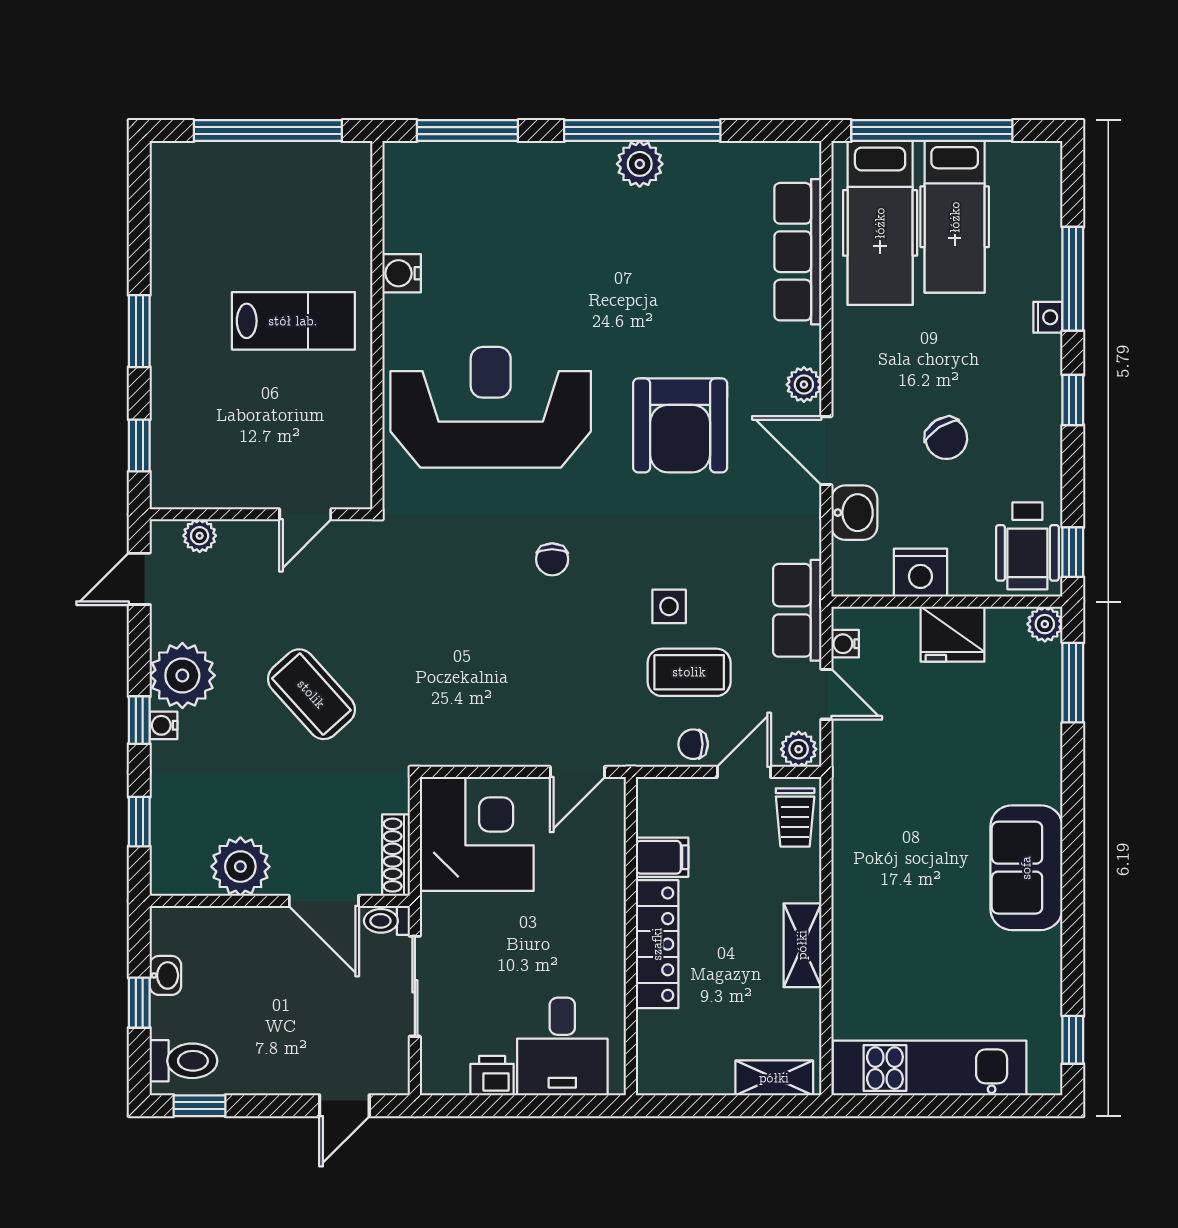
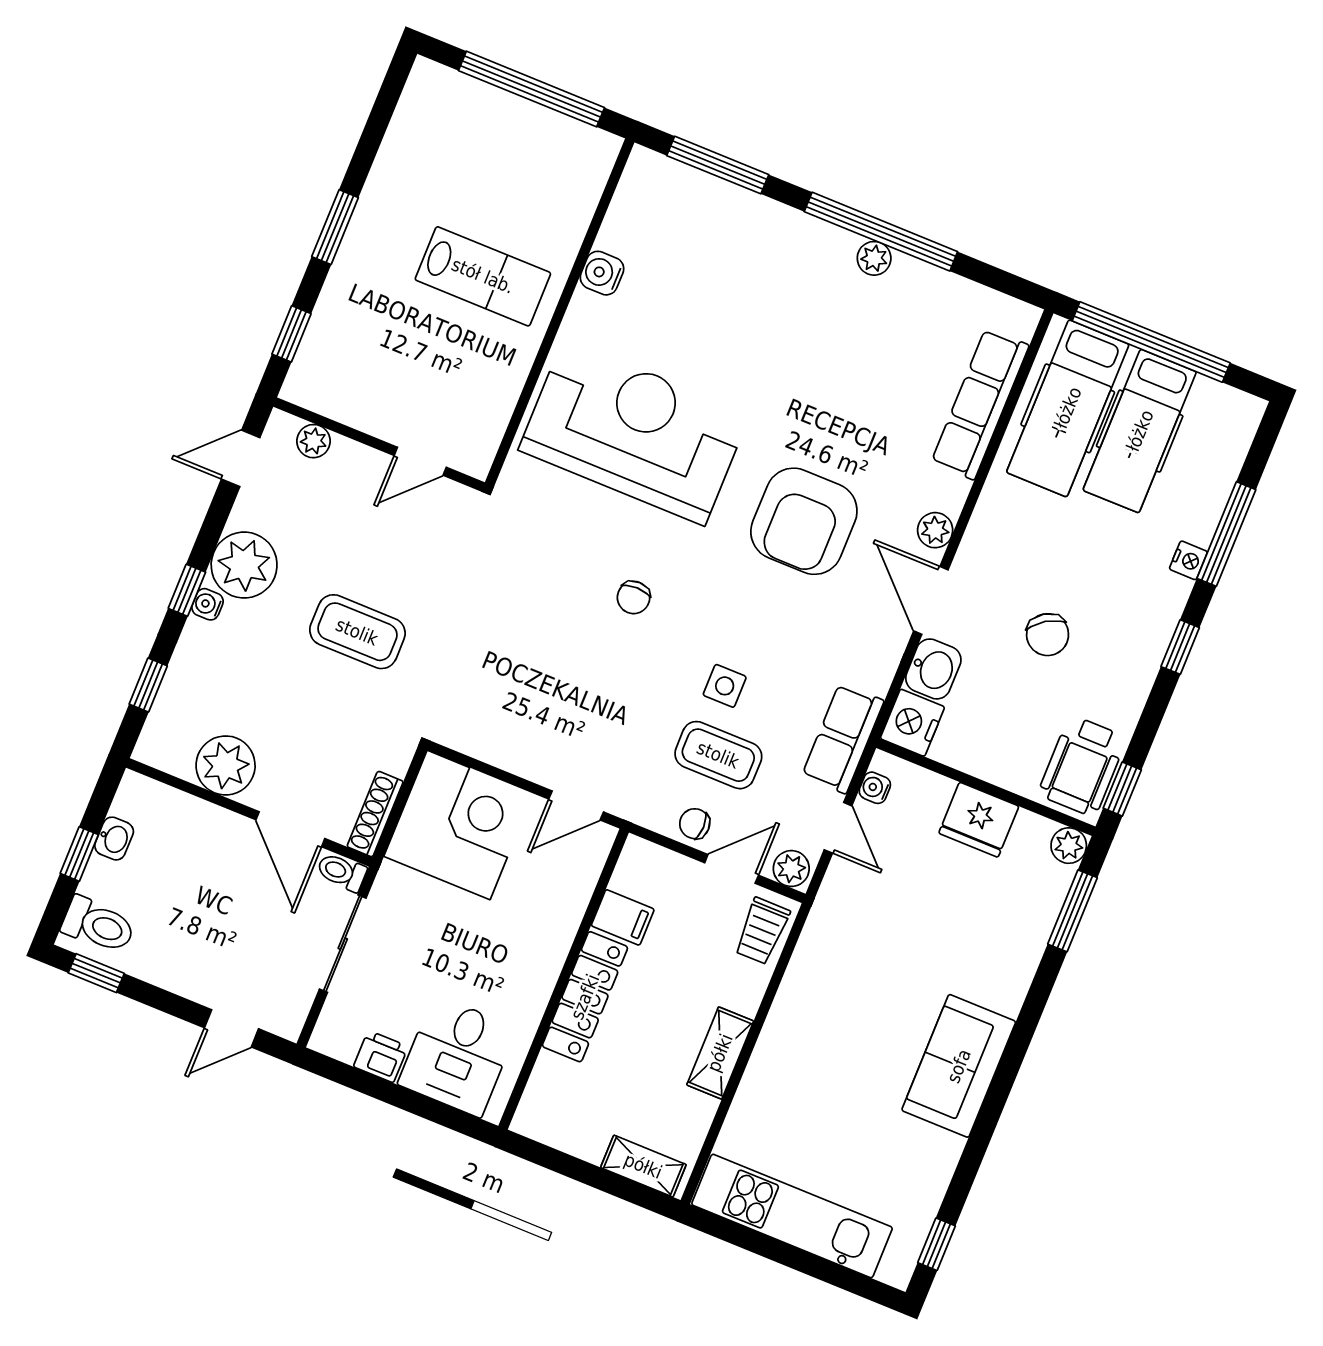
plant: (640, 164) -> (874, 258), width x0.73, depth x0.73
nightstand: (920, 573) -> (912, 723), moved, turned 90
coffee table: (311, 694) -> (357, 632), turned -48

